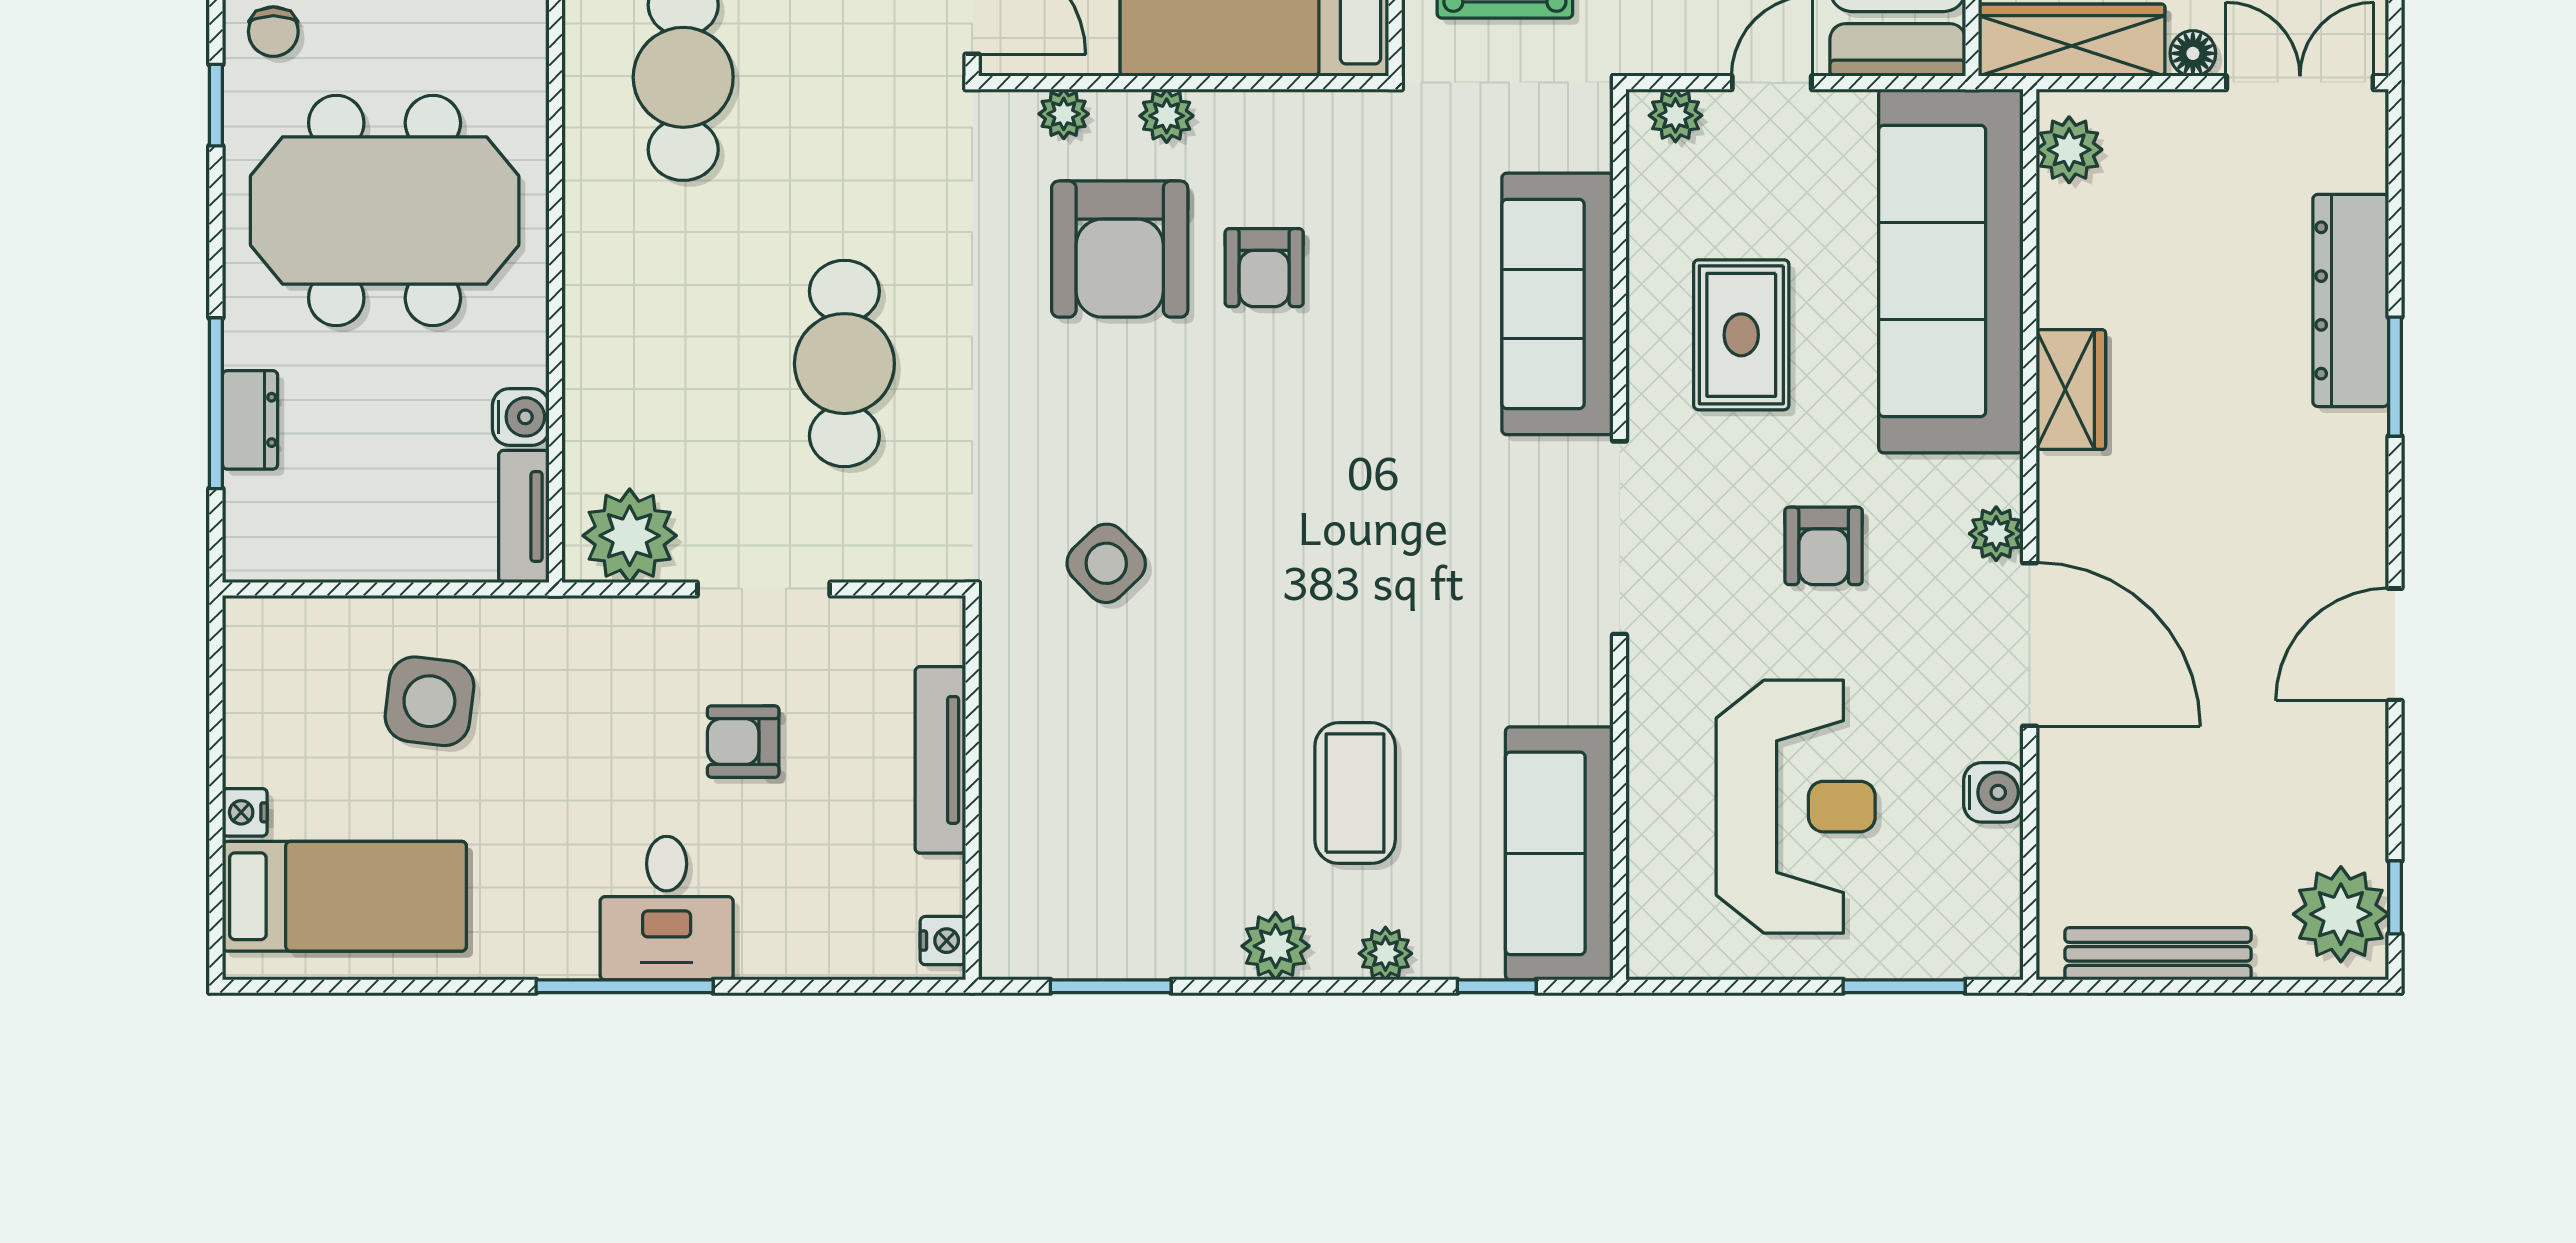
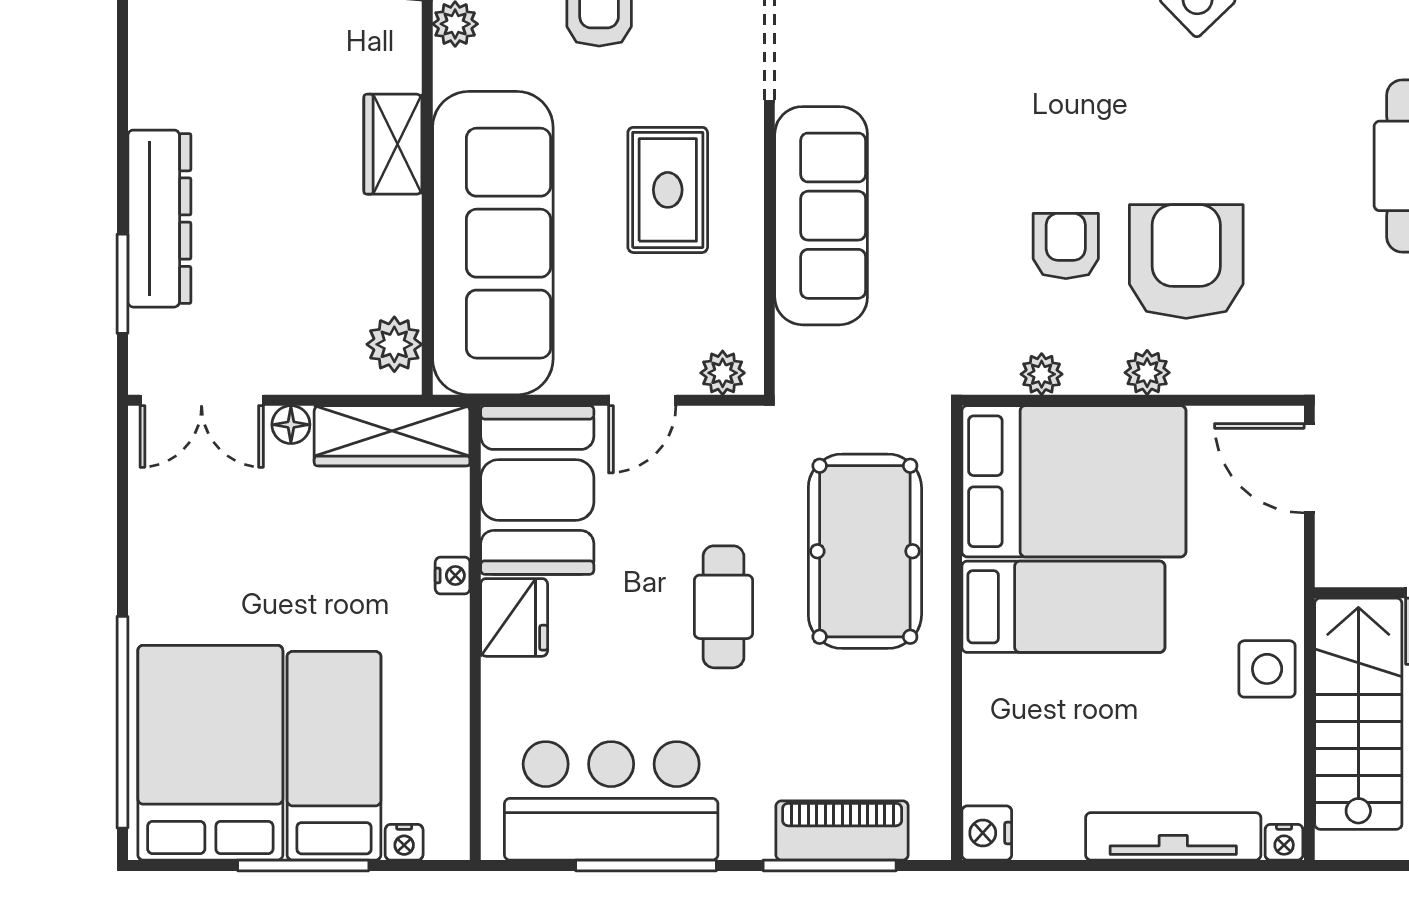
plant: (1064, 114) -> (1042, 374), moved
window: (2395, 377) -> (122, 284), moved

